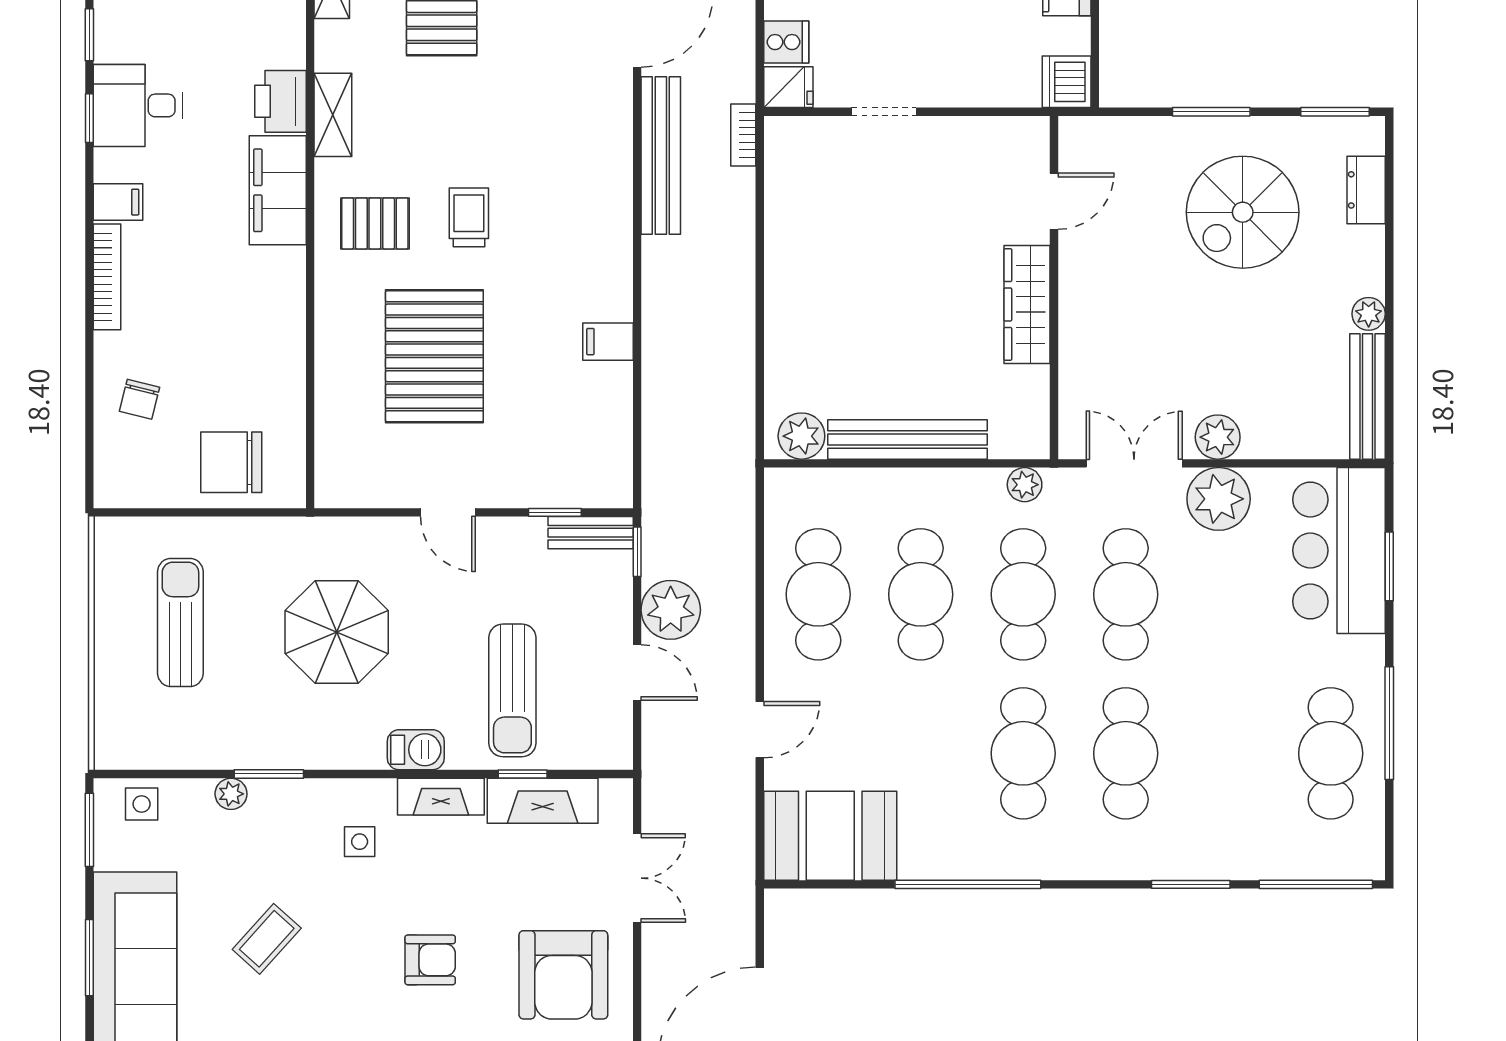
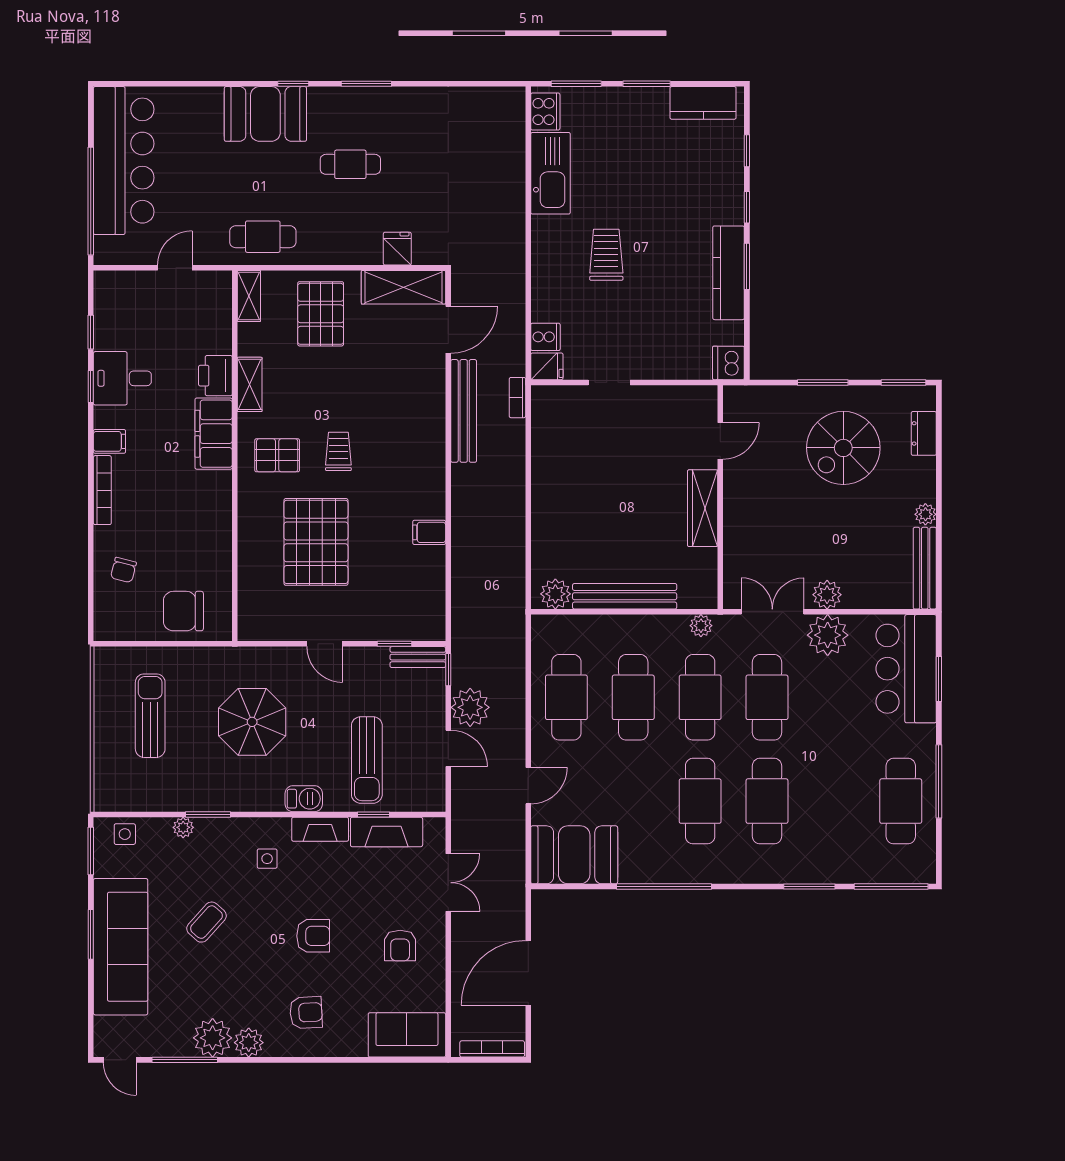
armchair: (563, 975) -> (400, 946), width x0.53, depth x0.53

